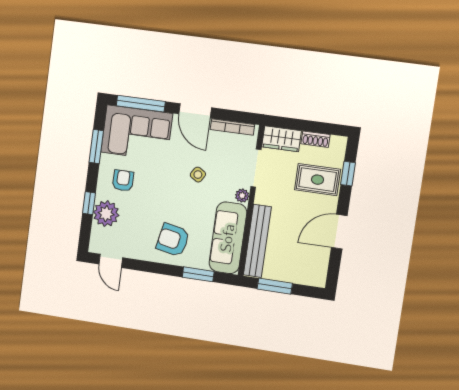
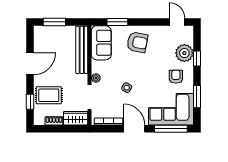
armchair: (123, 181) -> (176, 77), turned 180
sofa: (228, 238) -> (101, 43), width x0.73
window: (275, 286) -> (54, 22), moved

